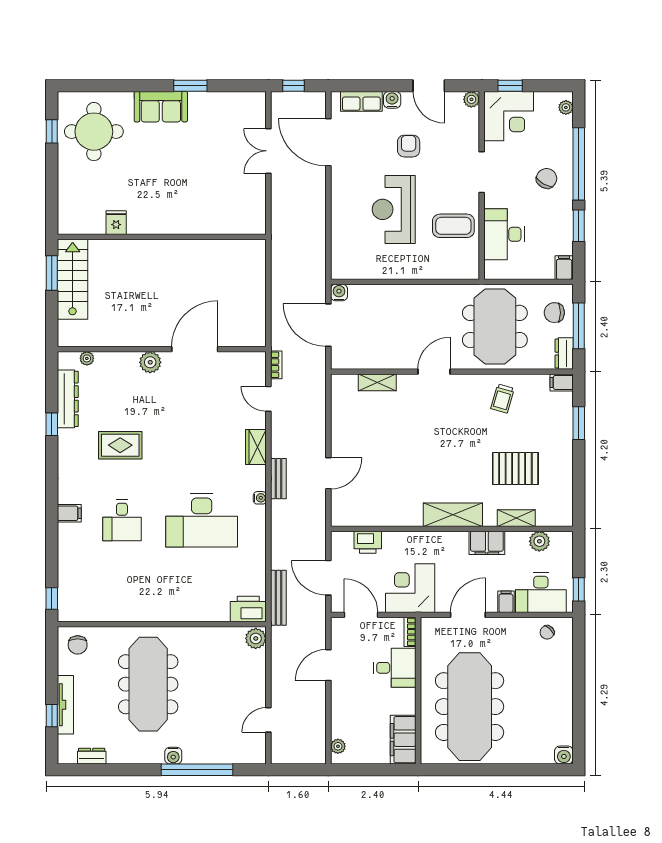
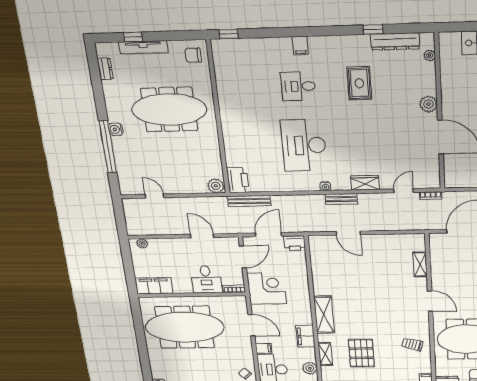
printer: (368, 542) -> (295, 243), moved, turned -90

